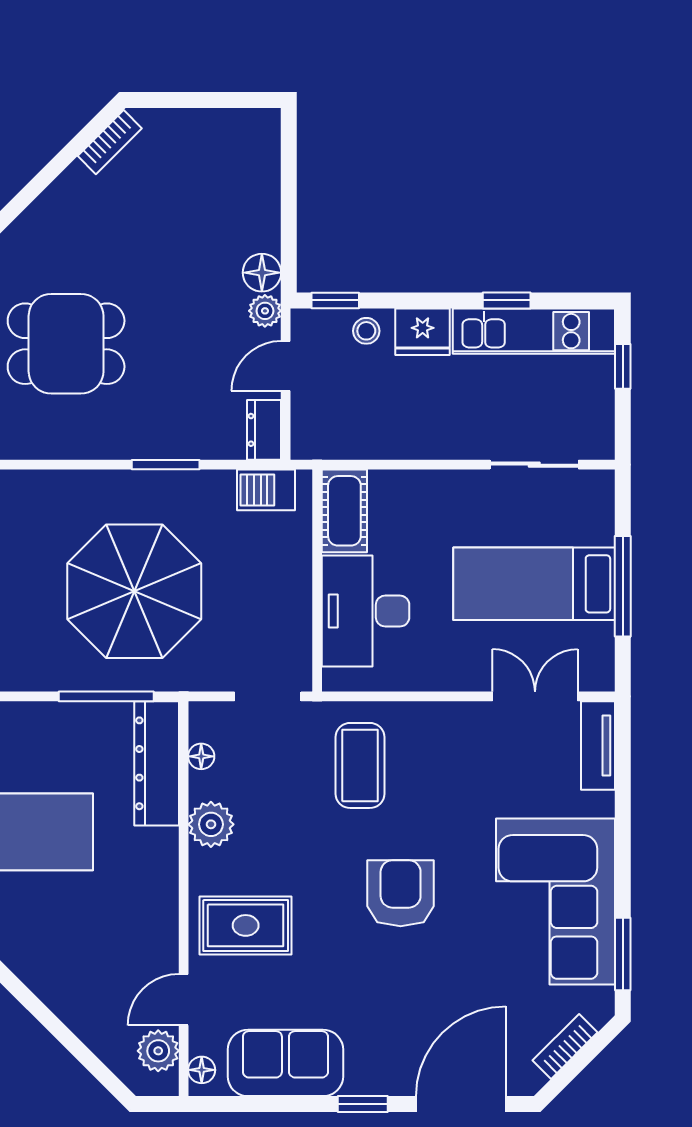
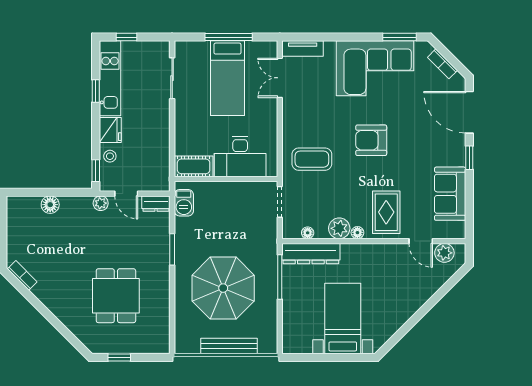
floor lamp: (262, 273) -> (50, 205), moved
parasol: (134, 591) -> (223, 288), moved
floor lamp: (202, 1070) -> (357, 233), moved

